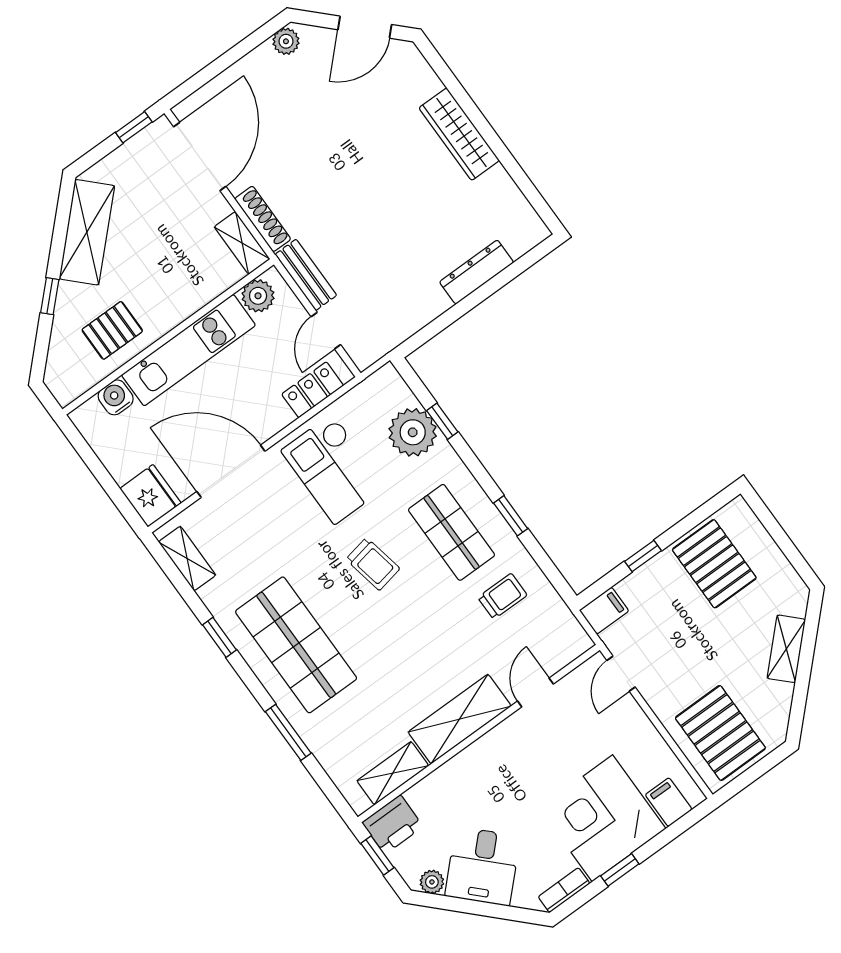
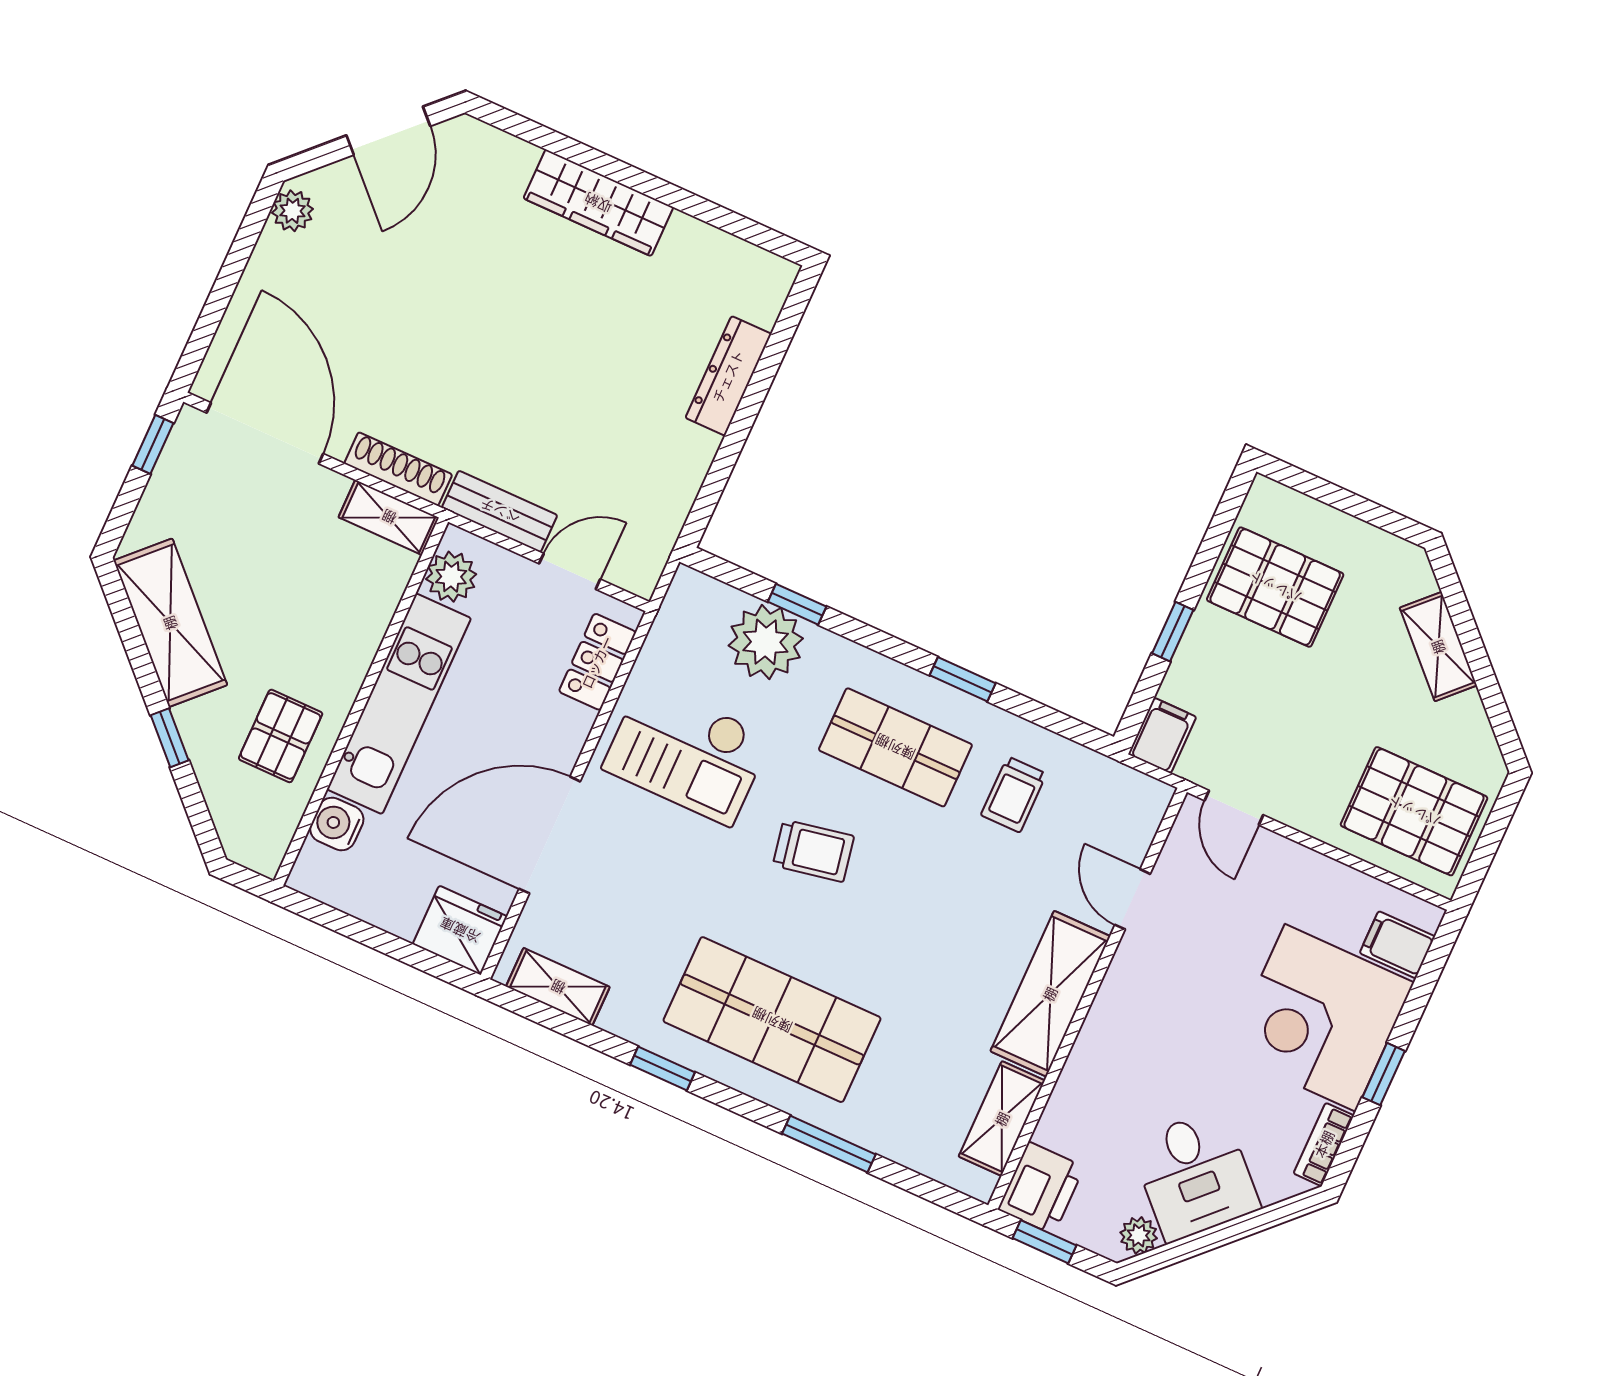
door: (326, 331) -> (570, 571), swing flipped
trolley: (502, 596) -> (1014, 794), turned 180

